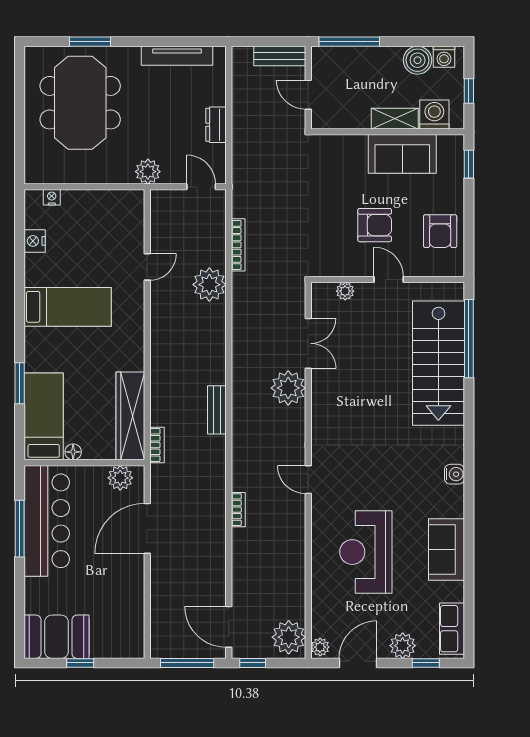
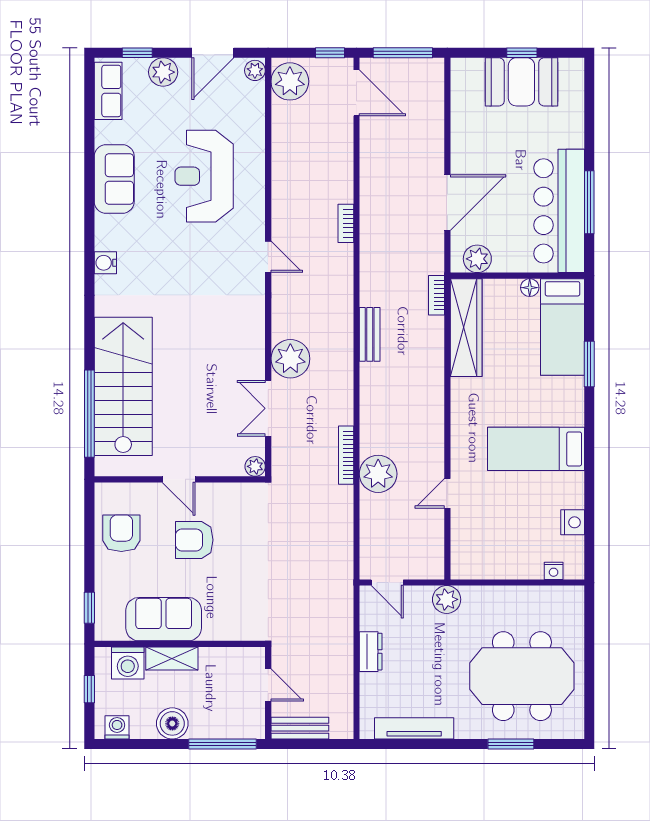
boiler: (418, 60) -> (172, 723), moved
meeting table: (80, 103) -> (522, 676), turned 90
bookcase: (238, 245) -> (346, 455), moved
plant: (345, 291) -> (255, 466), moved
reception desk: (366, 552) -> (204, 176), turned 180
booth: (57, 637) -> (521, 82), moved

